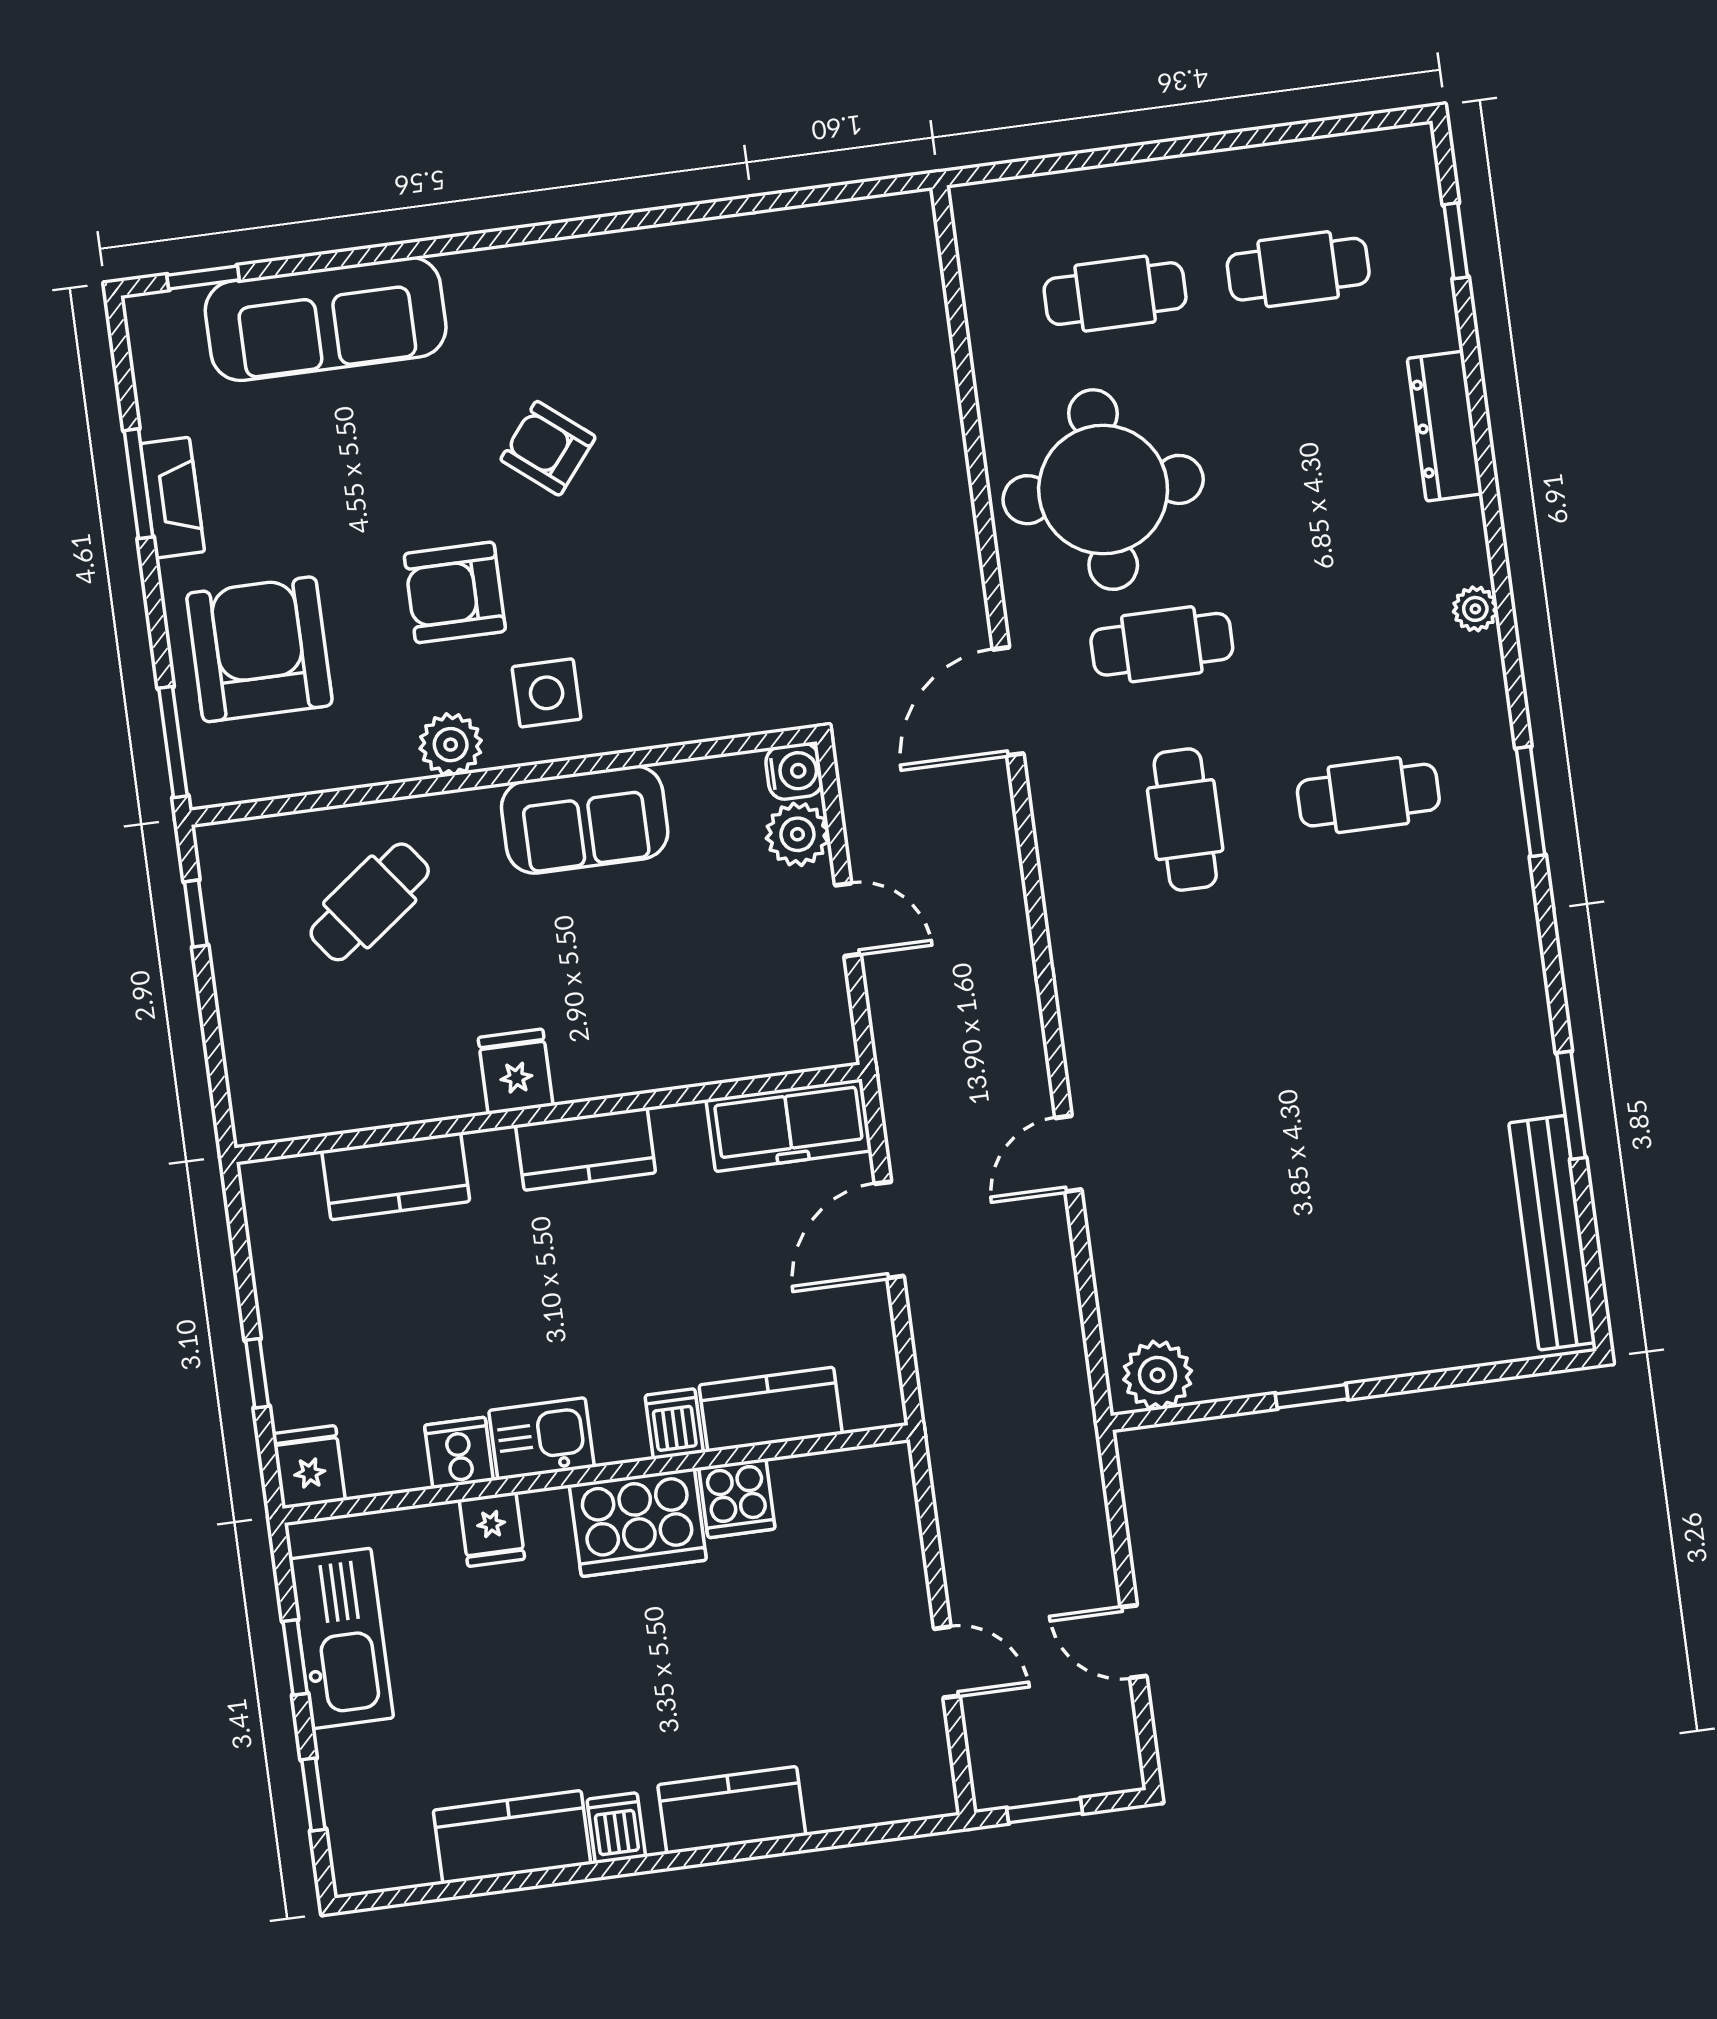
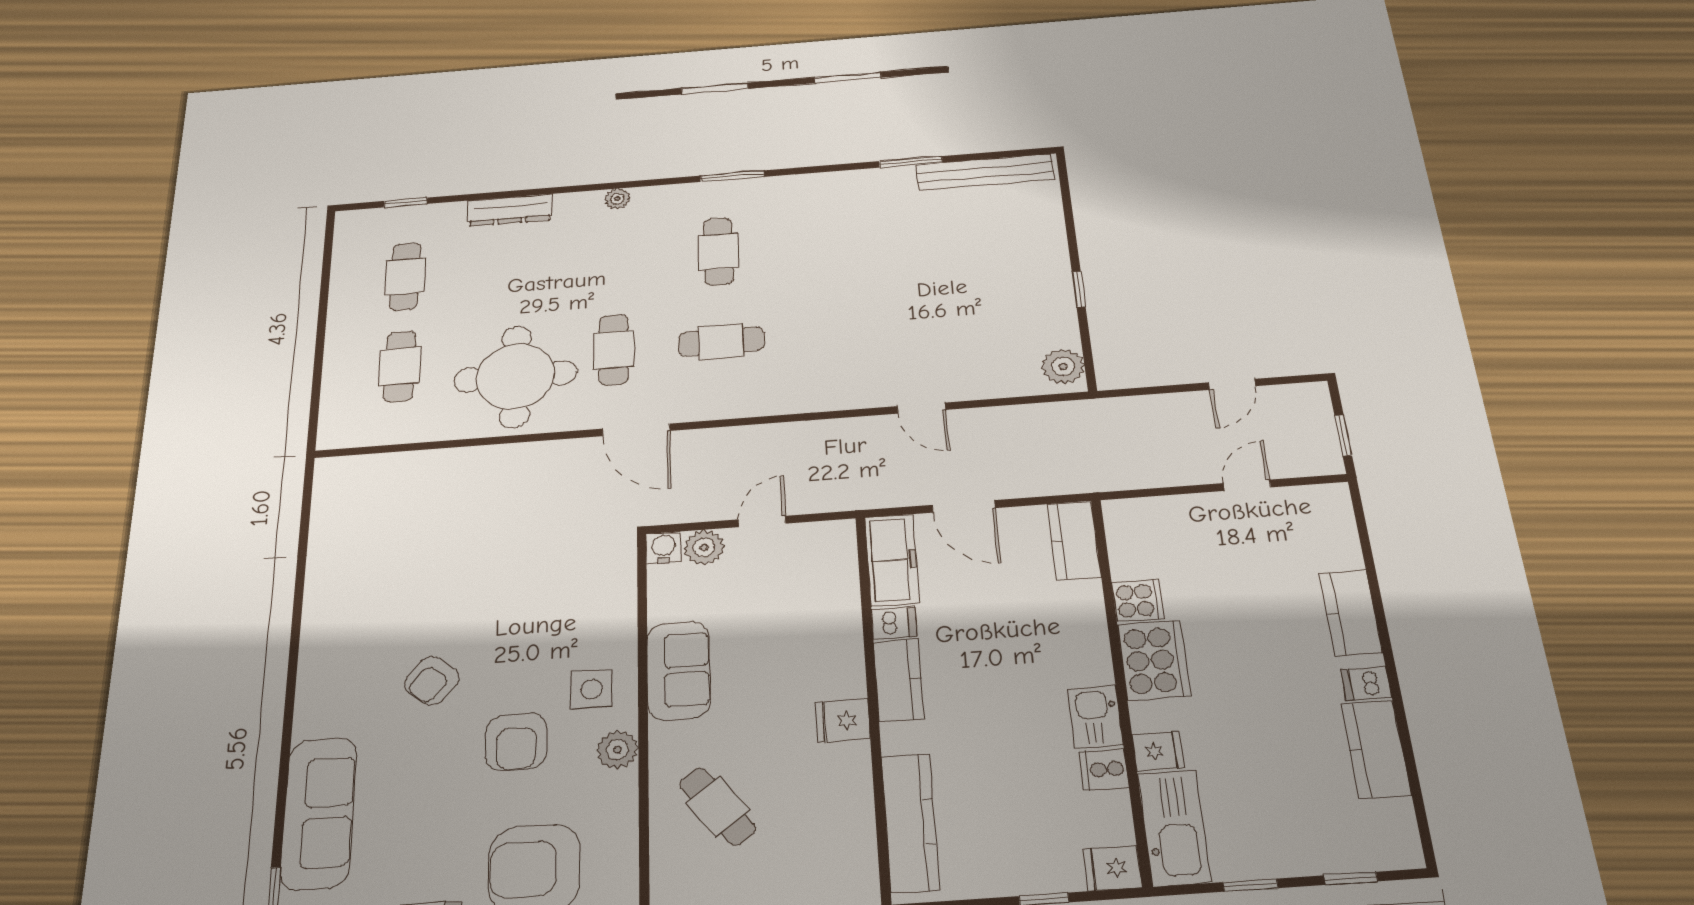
kitchen counter: (396, 1176) -> (910, 822), width x1.50
kitchen counter: (771, 1409) -> (1074, 540), moved
dishwasher: (674, 1424) -> (894, 623), moved, turned 180
kitchen sink: (341, 1638) -> (1174, 828), moved, turned 90

